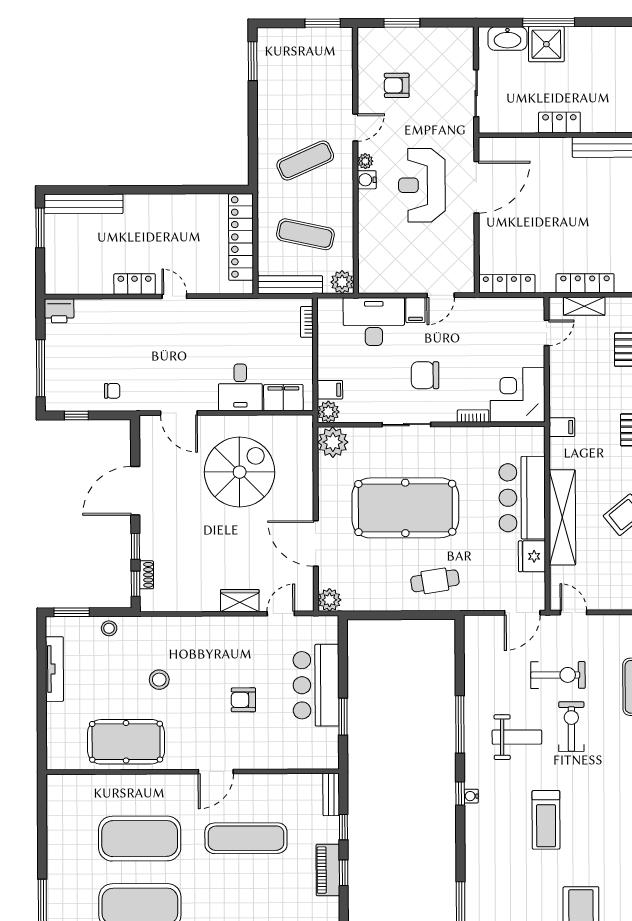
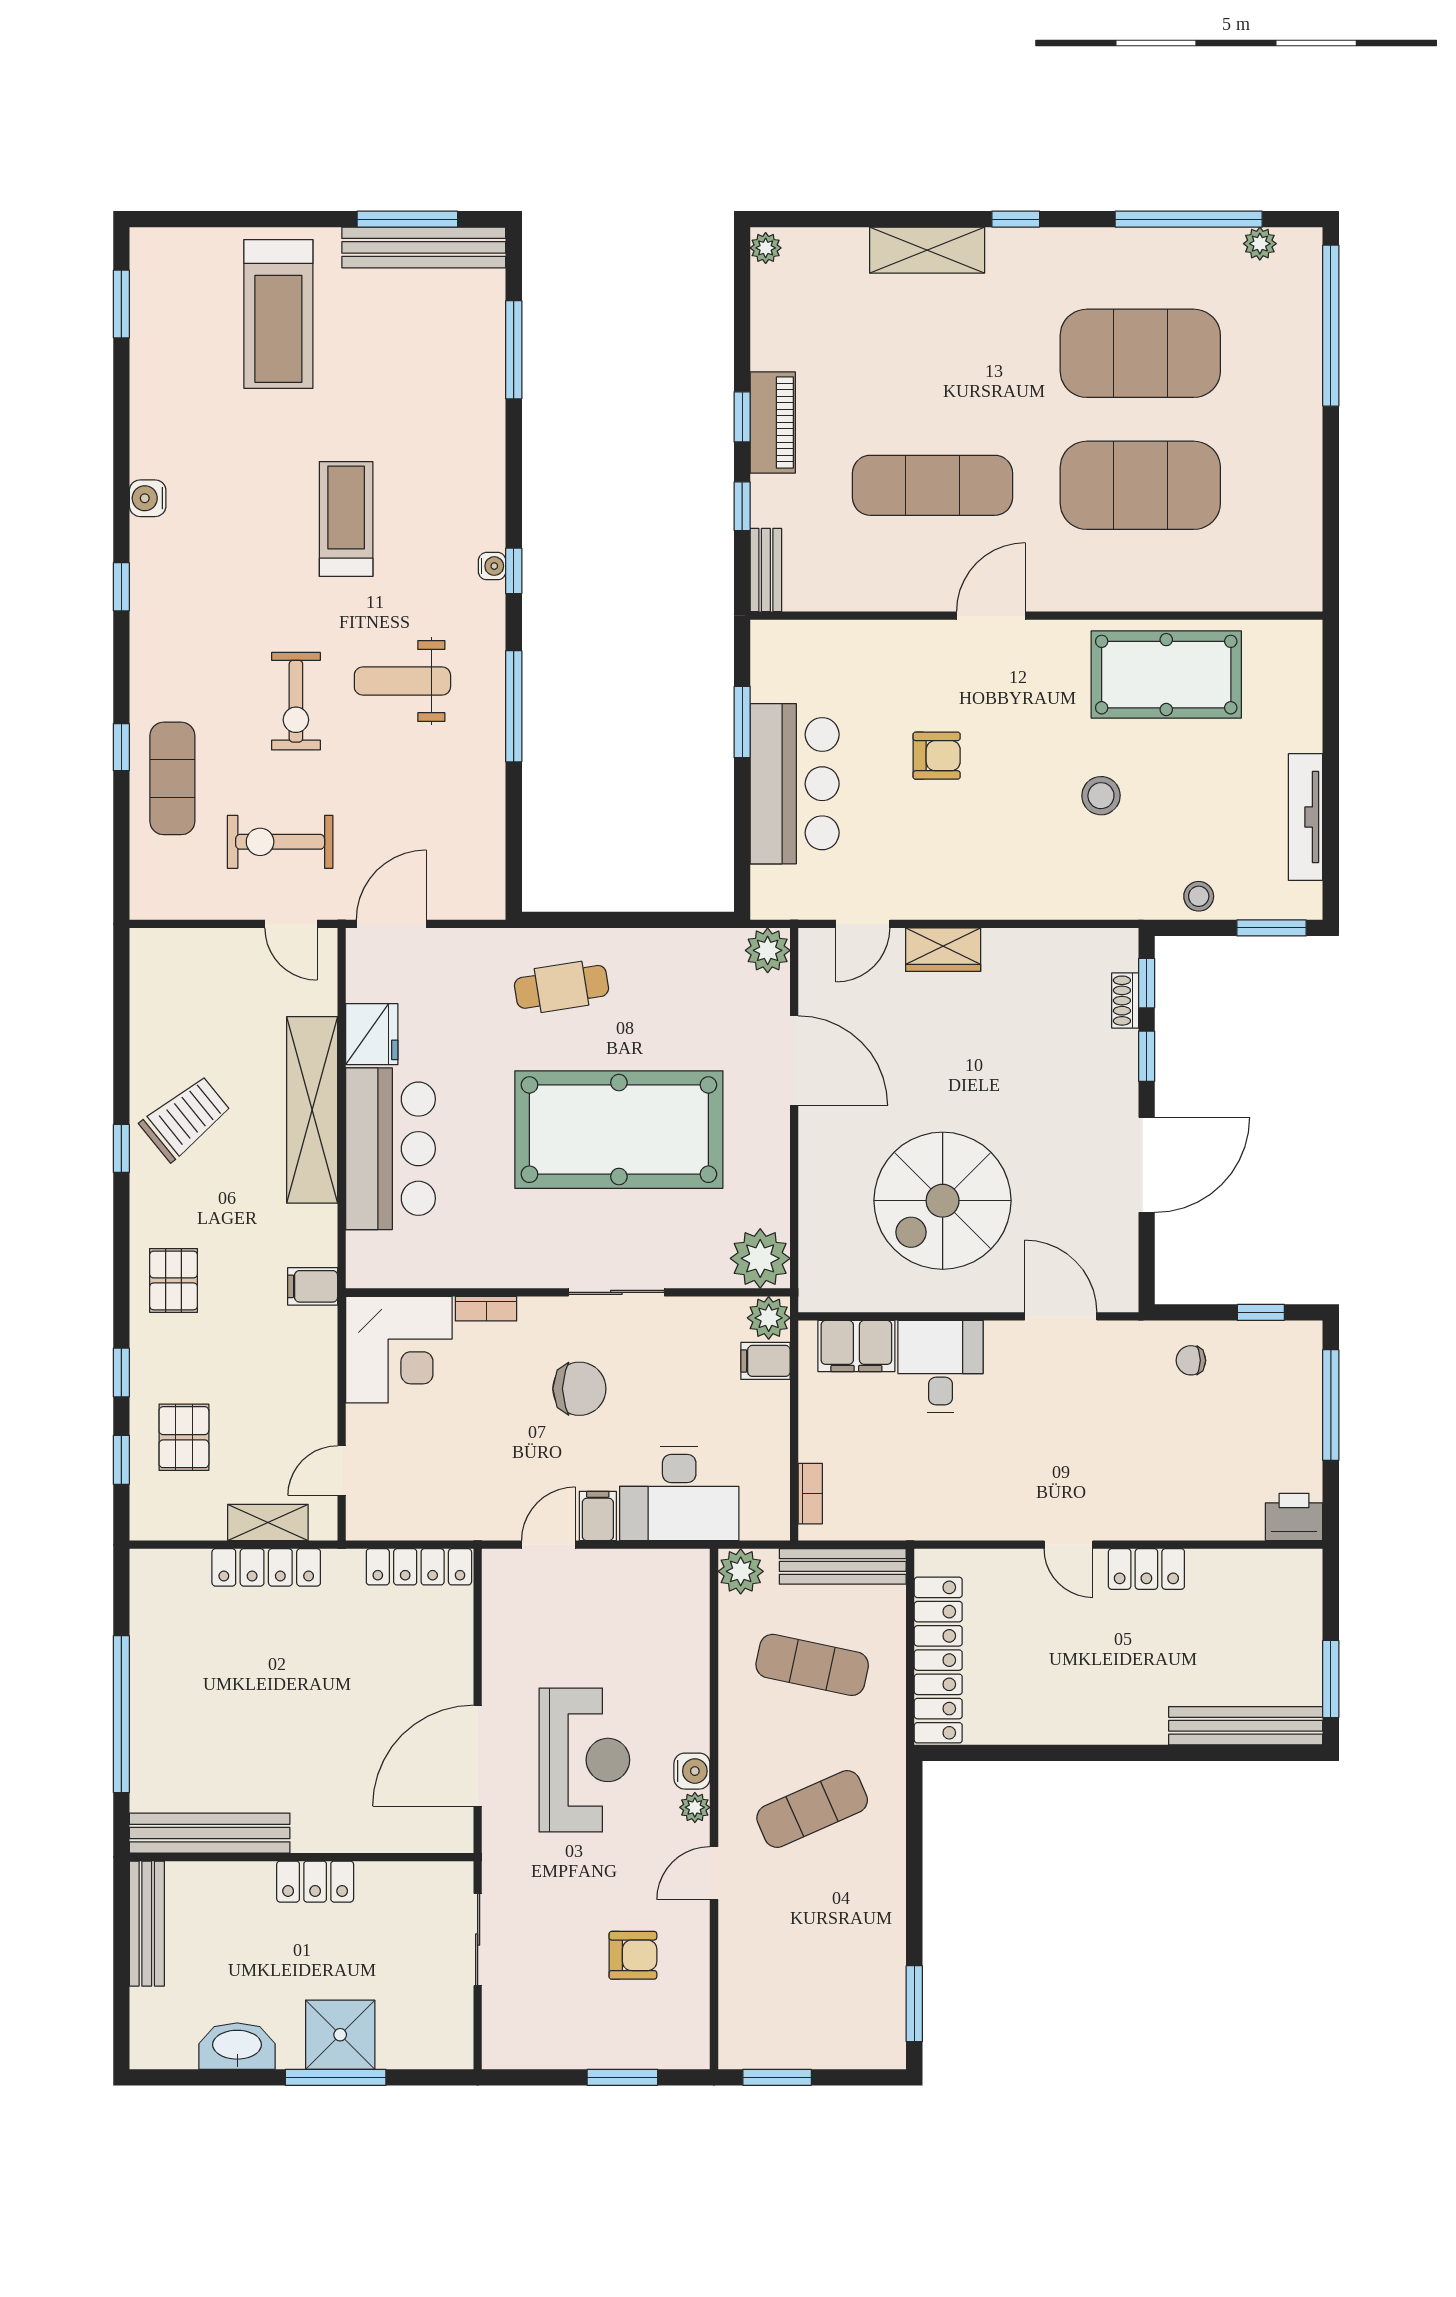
washbasin: (507, 39) -> (237, 2046), moved
exercise bike: (558, 675) -> (280, 842), moved

